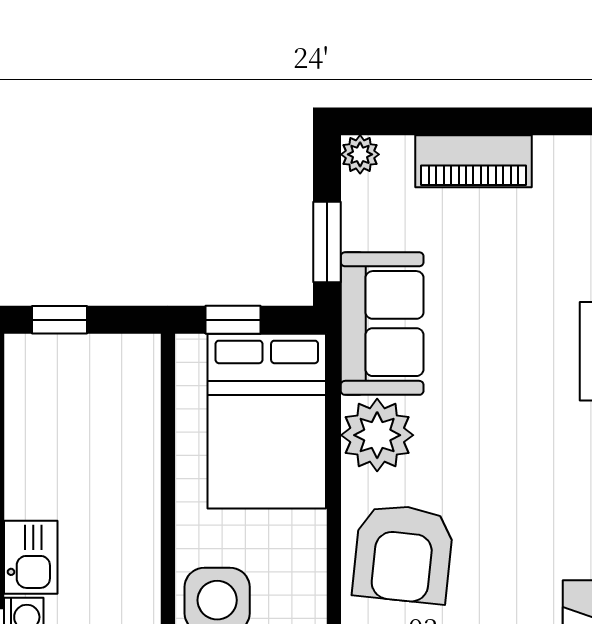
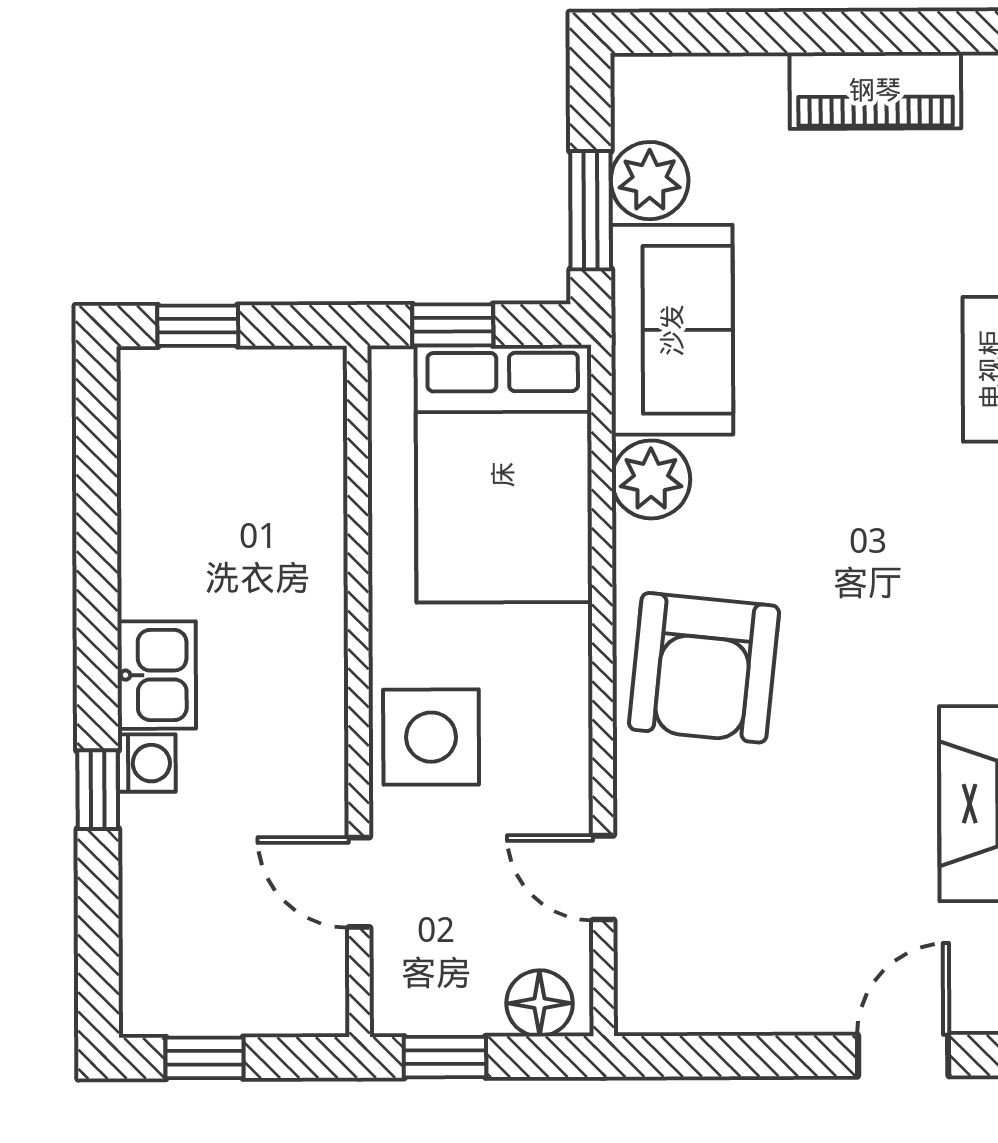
plant: (360, 154) -> (650, 181), moved, width x1.38, depth x1.38
piano: (473, 161) -> (875, 90), moved
plant: (377, 435) -> (651, 479), width x0.73, depth x0.73

